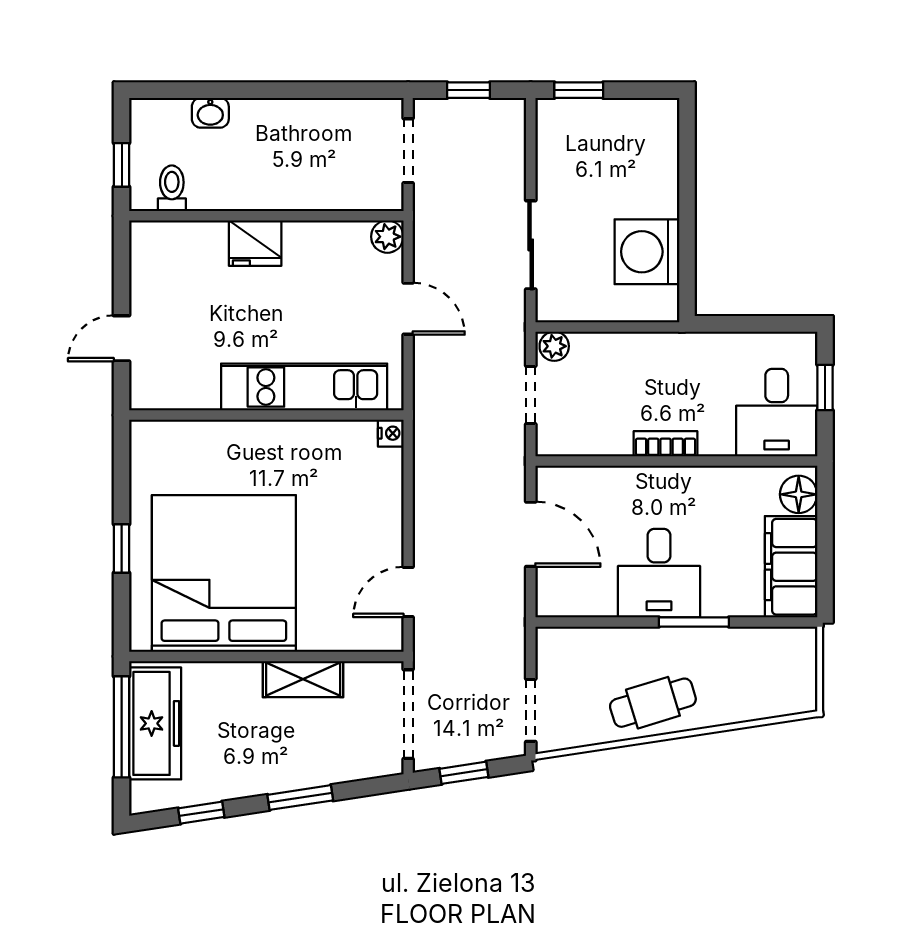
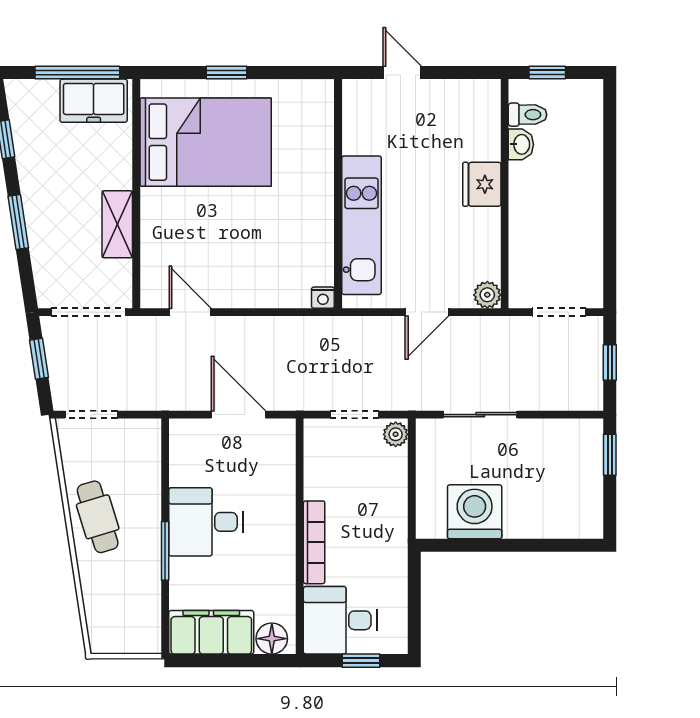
washbasin: (210, 113) -> (521, 144), moved, turned 180
bookcase: (666, 444) -> (314, 542), width x1.56
door: (531, 534) -> (238, 415), swing flipped
bed: (224, 573) -> (206, 142), width x0.73
freezer: (155, 723) -> (94, 101), width x0.71

